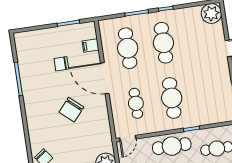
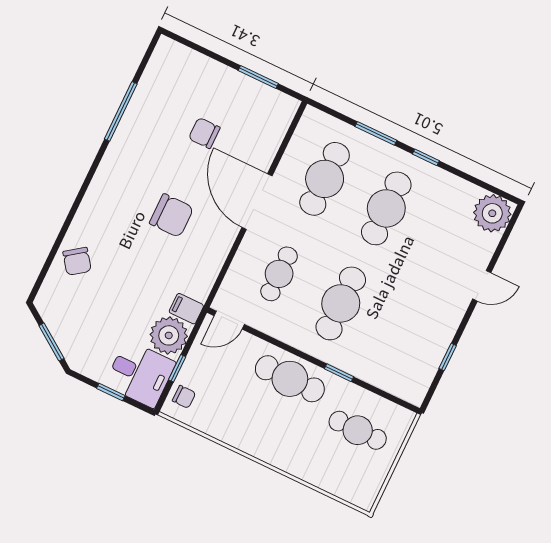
filing cabinet: (91, 46) -> (186, 309), moved
chair: (71, 110) -> (172, 216), turned -131

